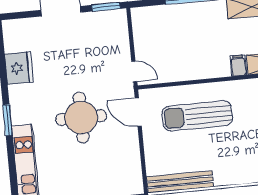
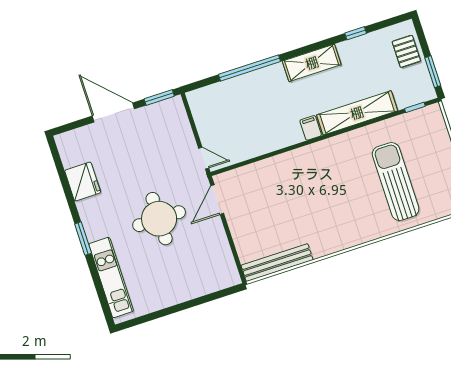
door: (138, 112) -> (217, 200), hinge flipped
sun lounger: (197, 116) -> (280, 190), removed

